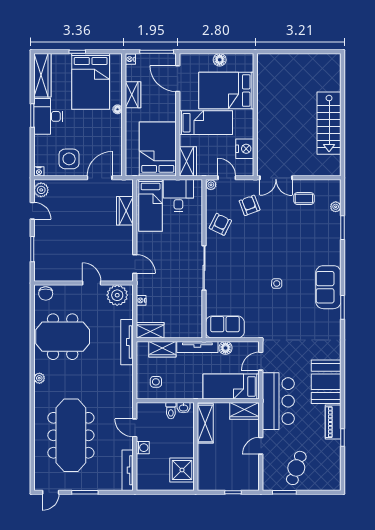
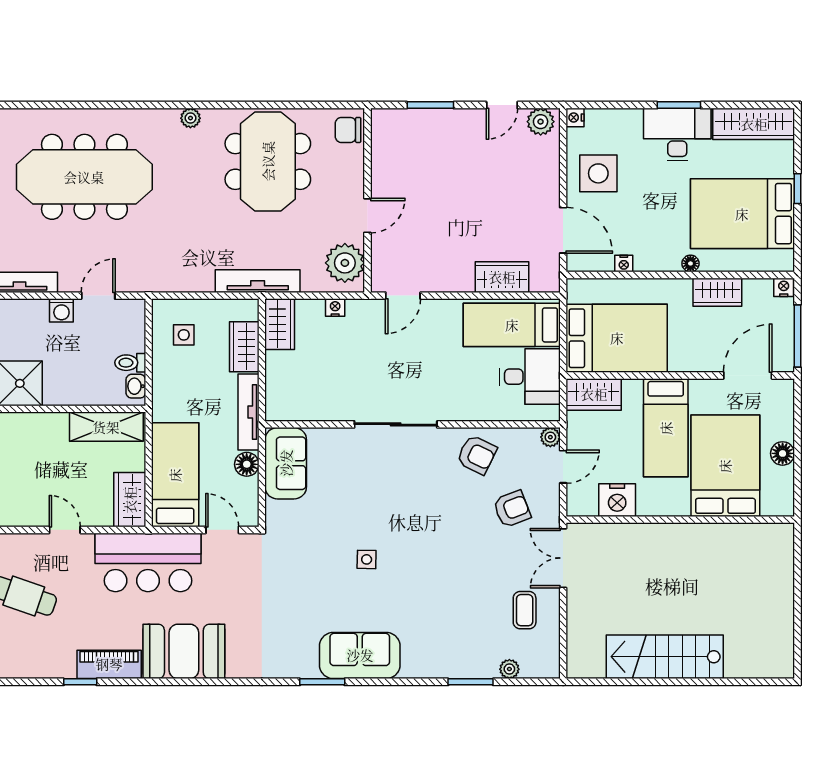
nightstand: (118, 145) -> (624, 264), added

